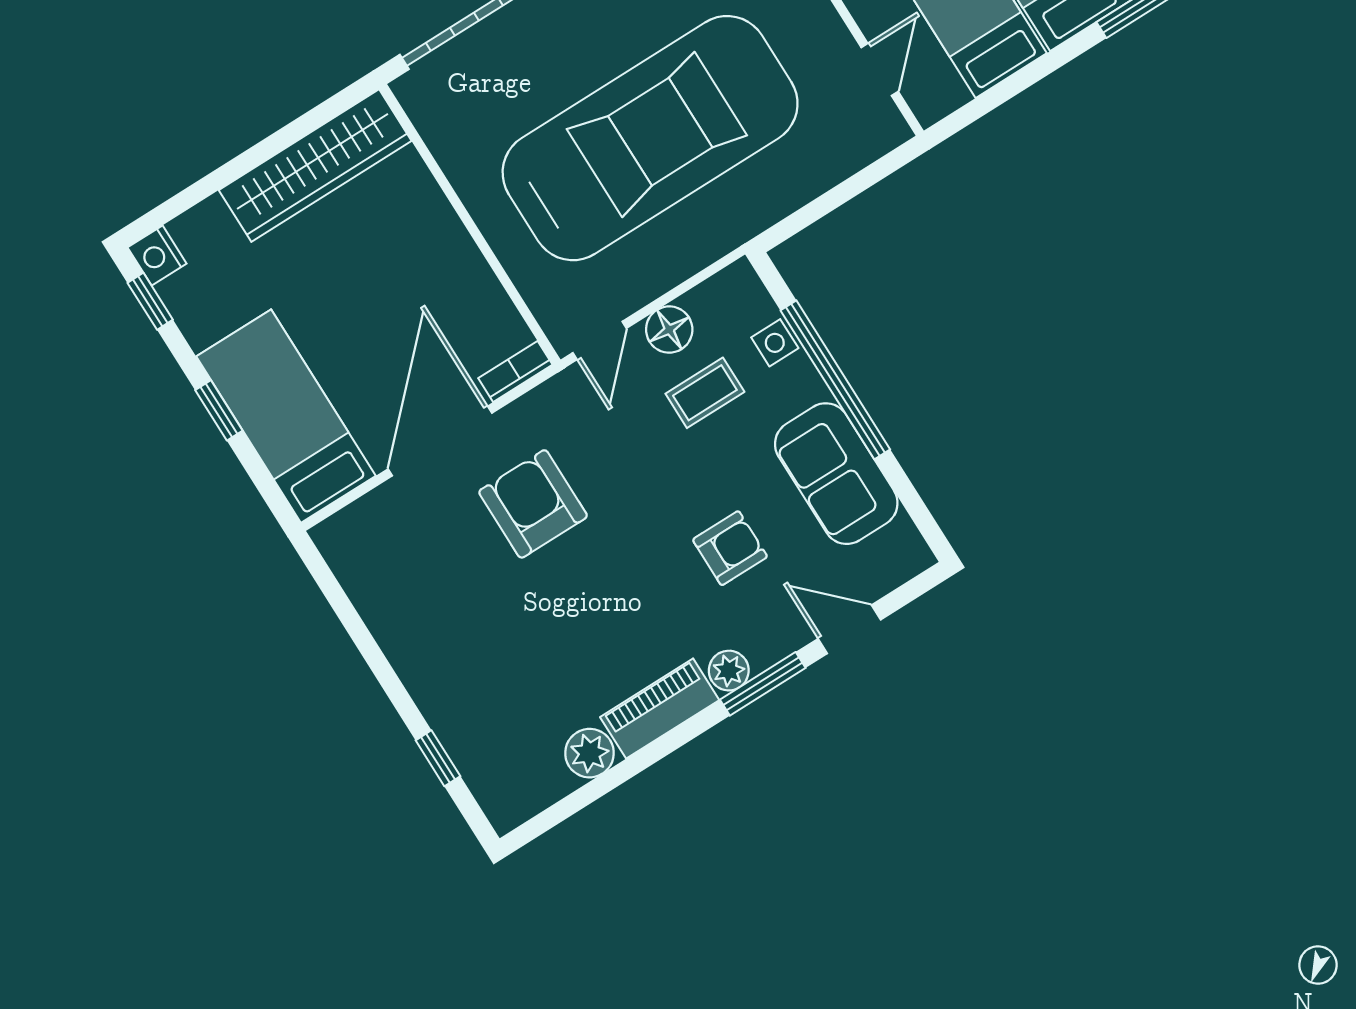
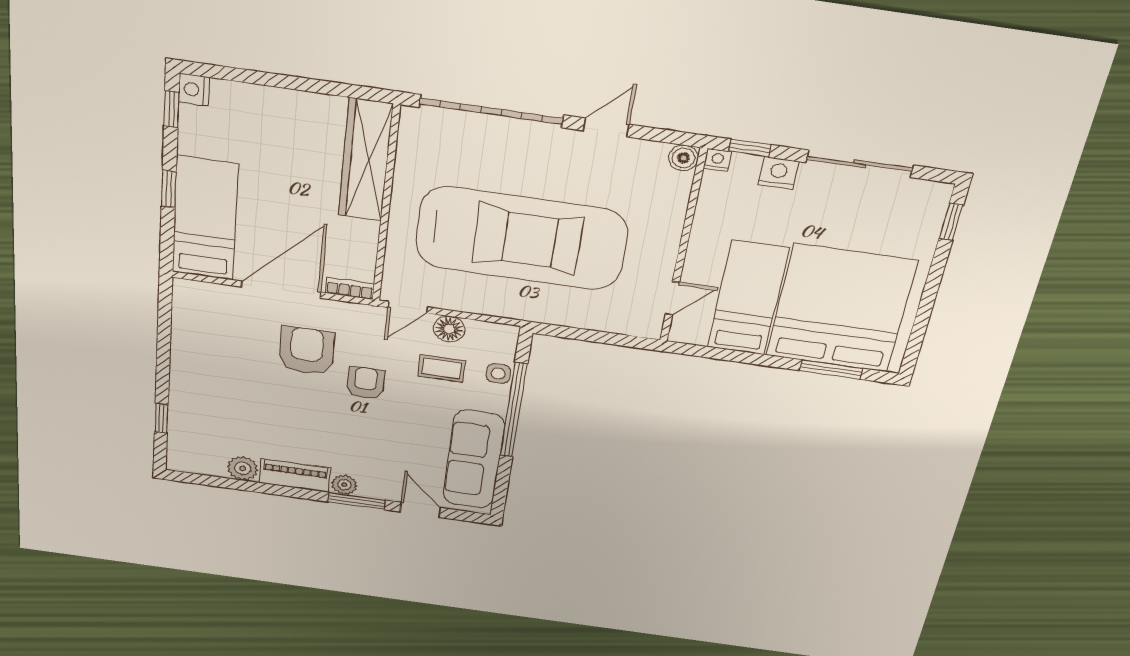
wardrobe: (315, 166) -> (365, 160), moved, turned 90
sofa: (836, 474) -> (474, 460), width x1.36
armchair: (730, 548) -> (366, 383), moved, turned -90

